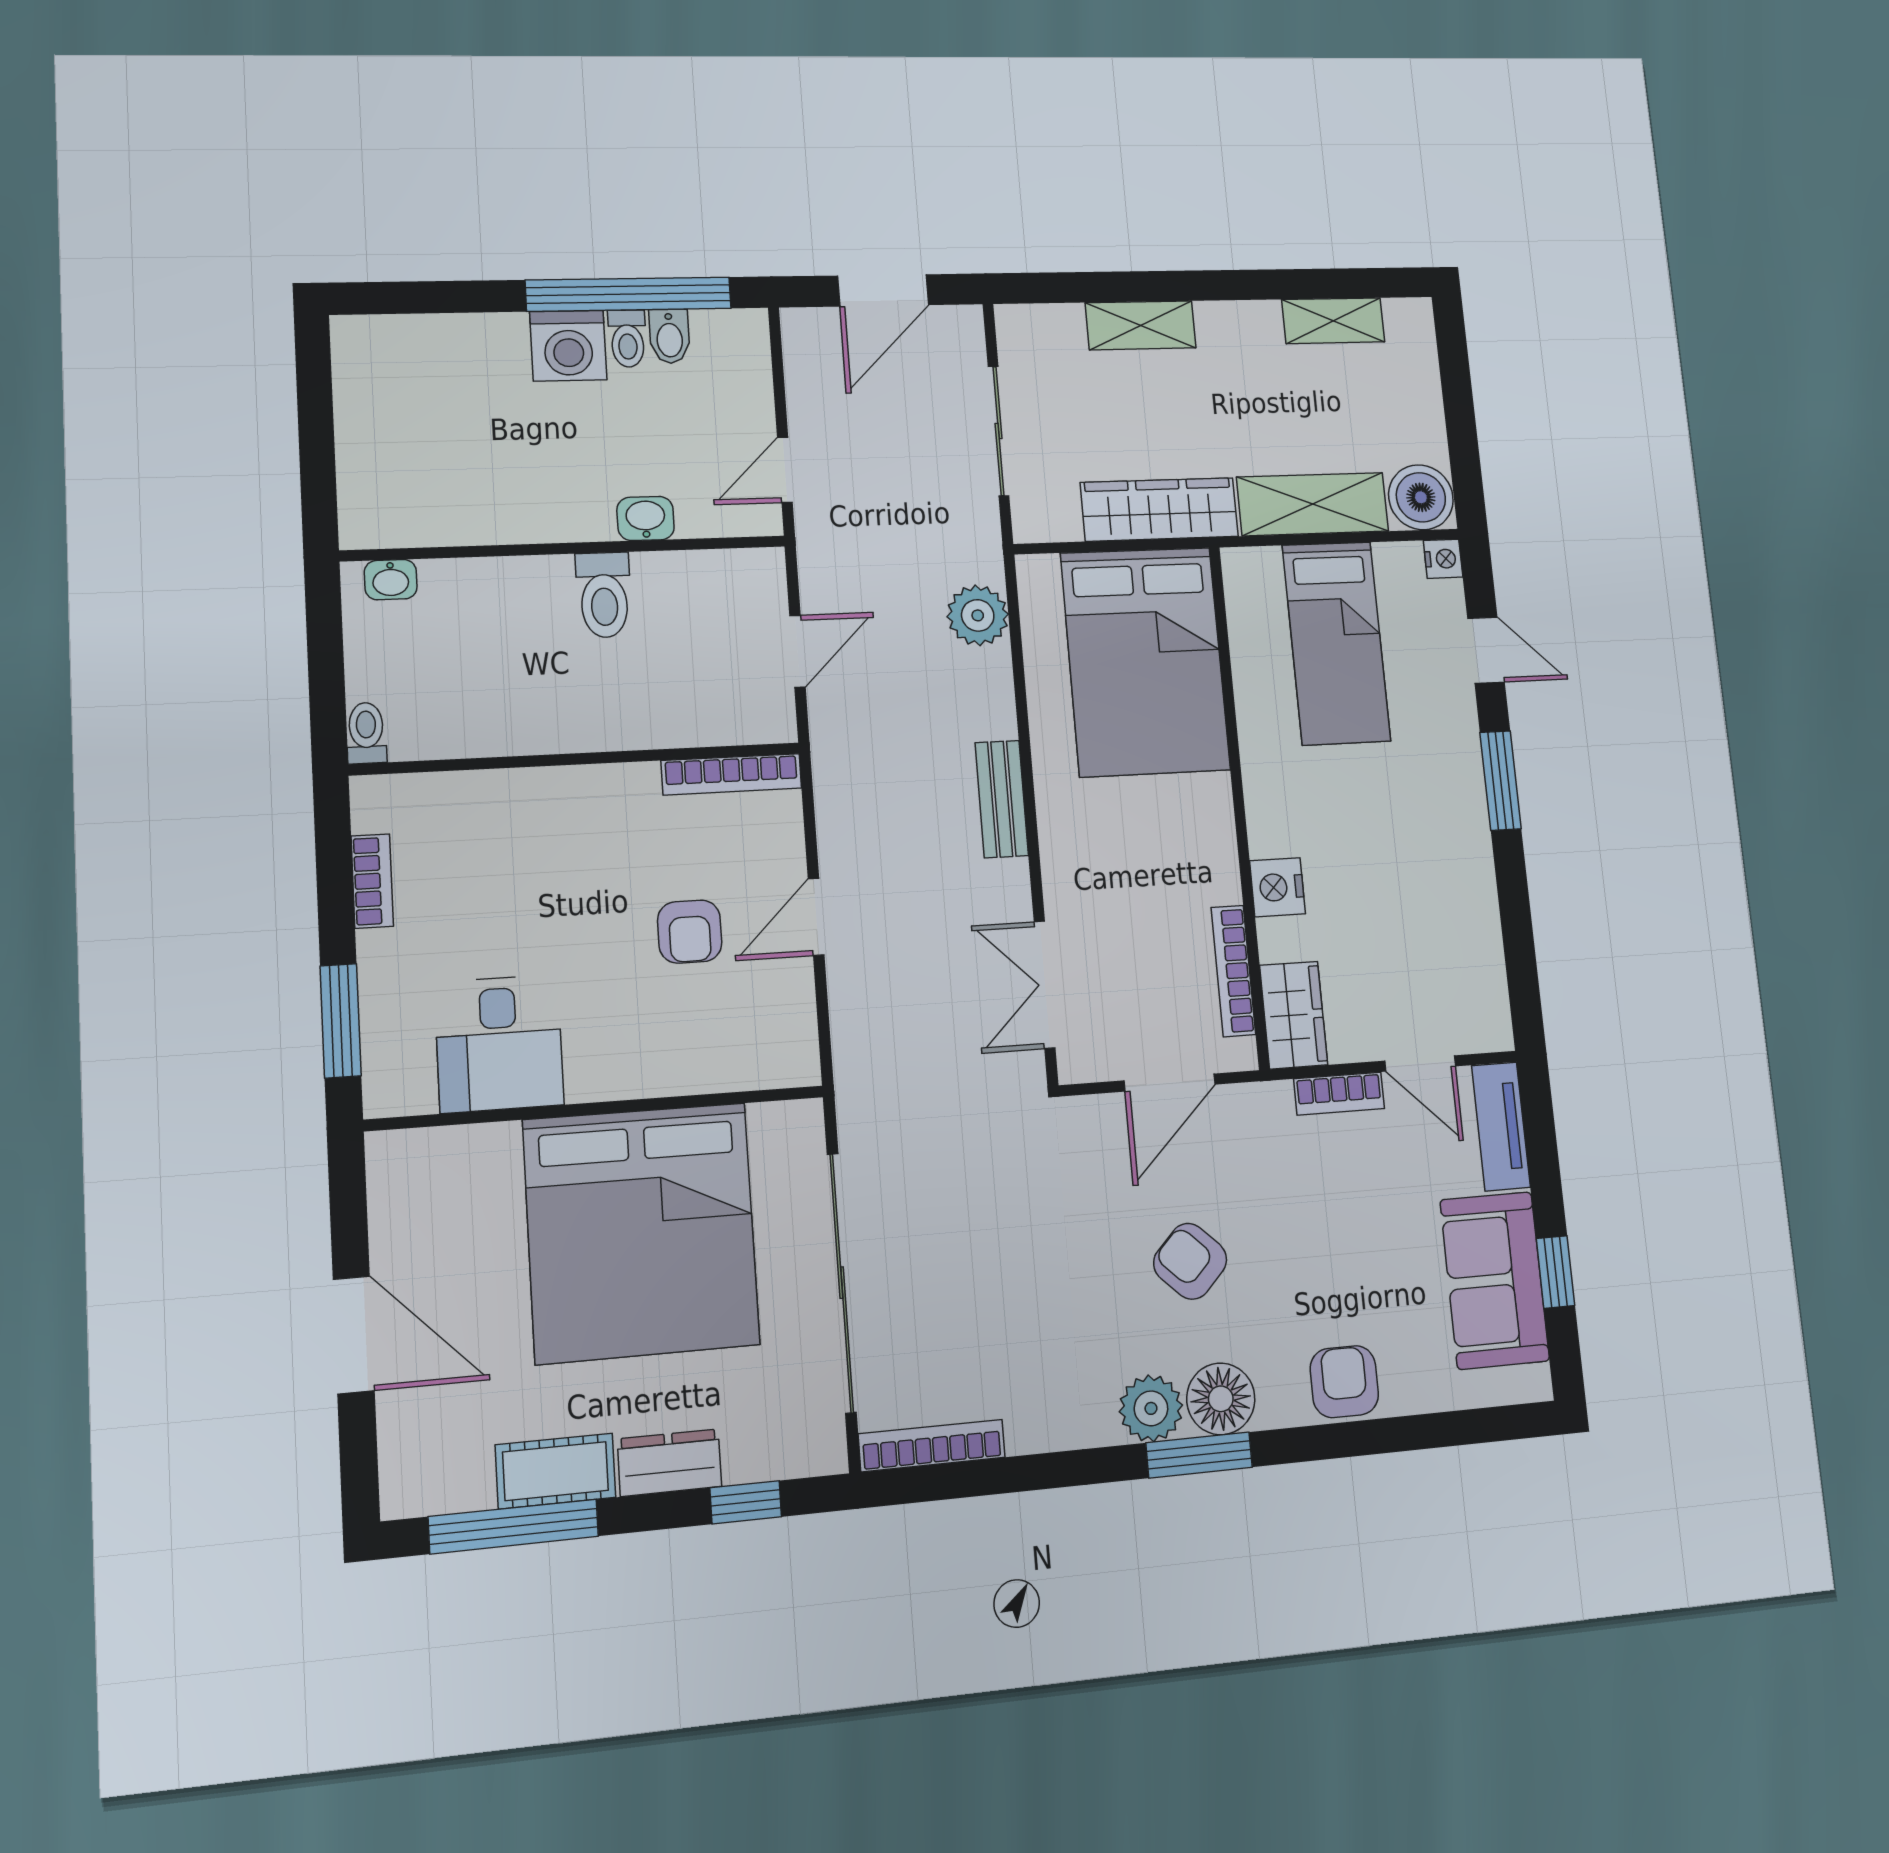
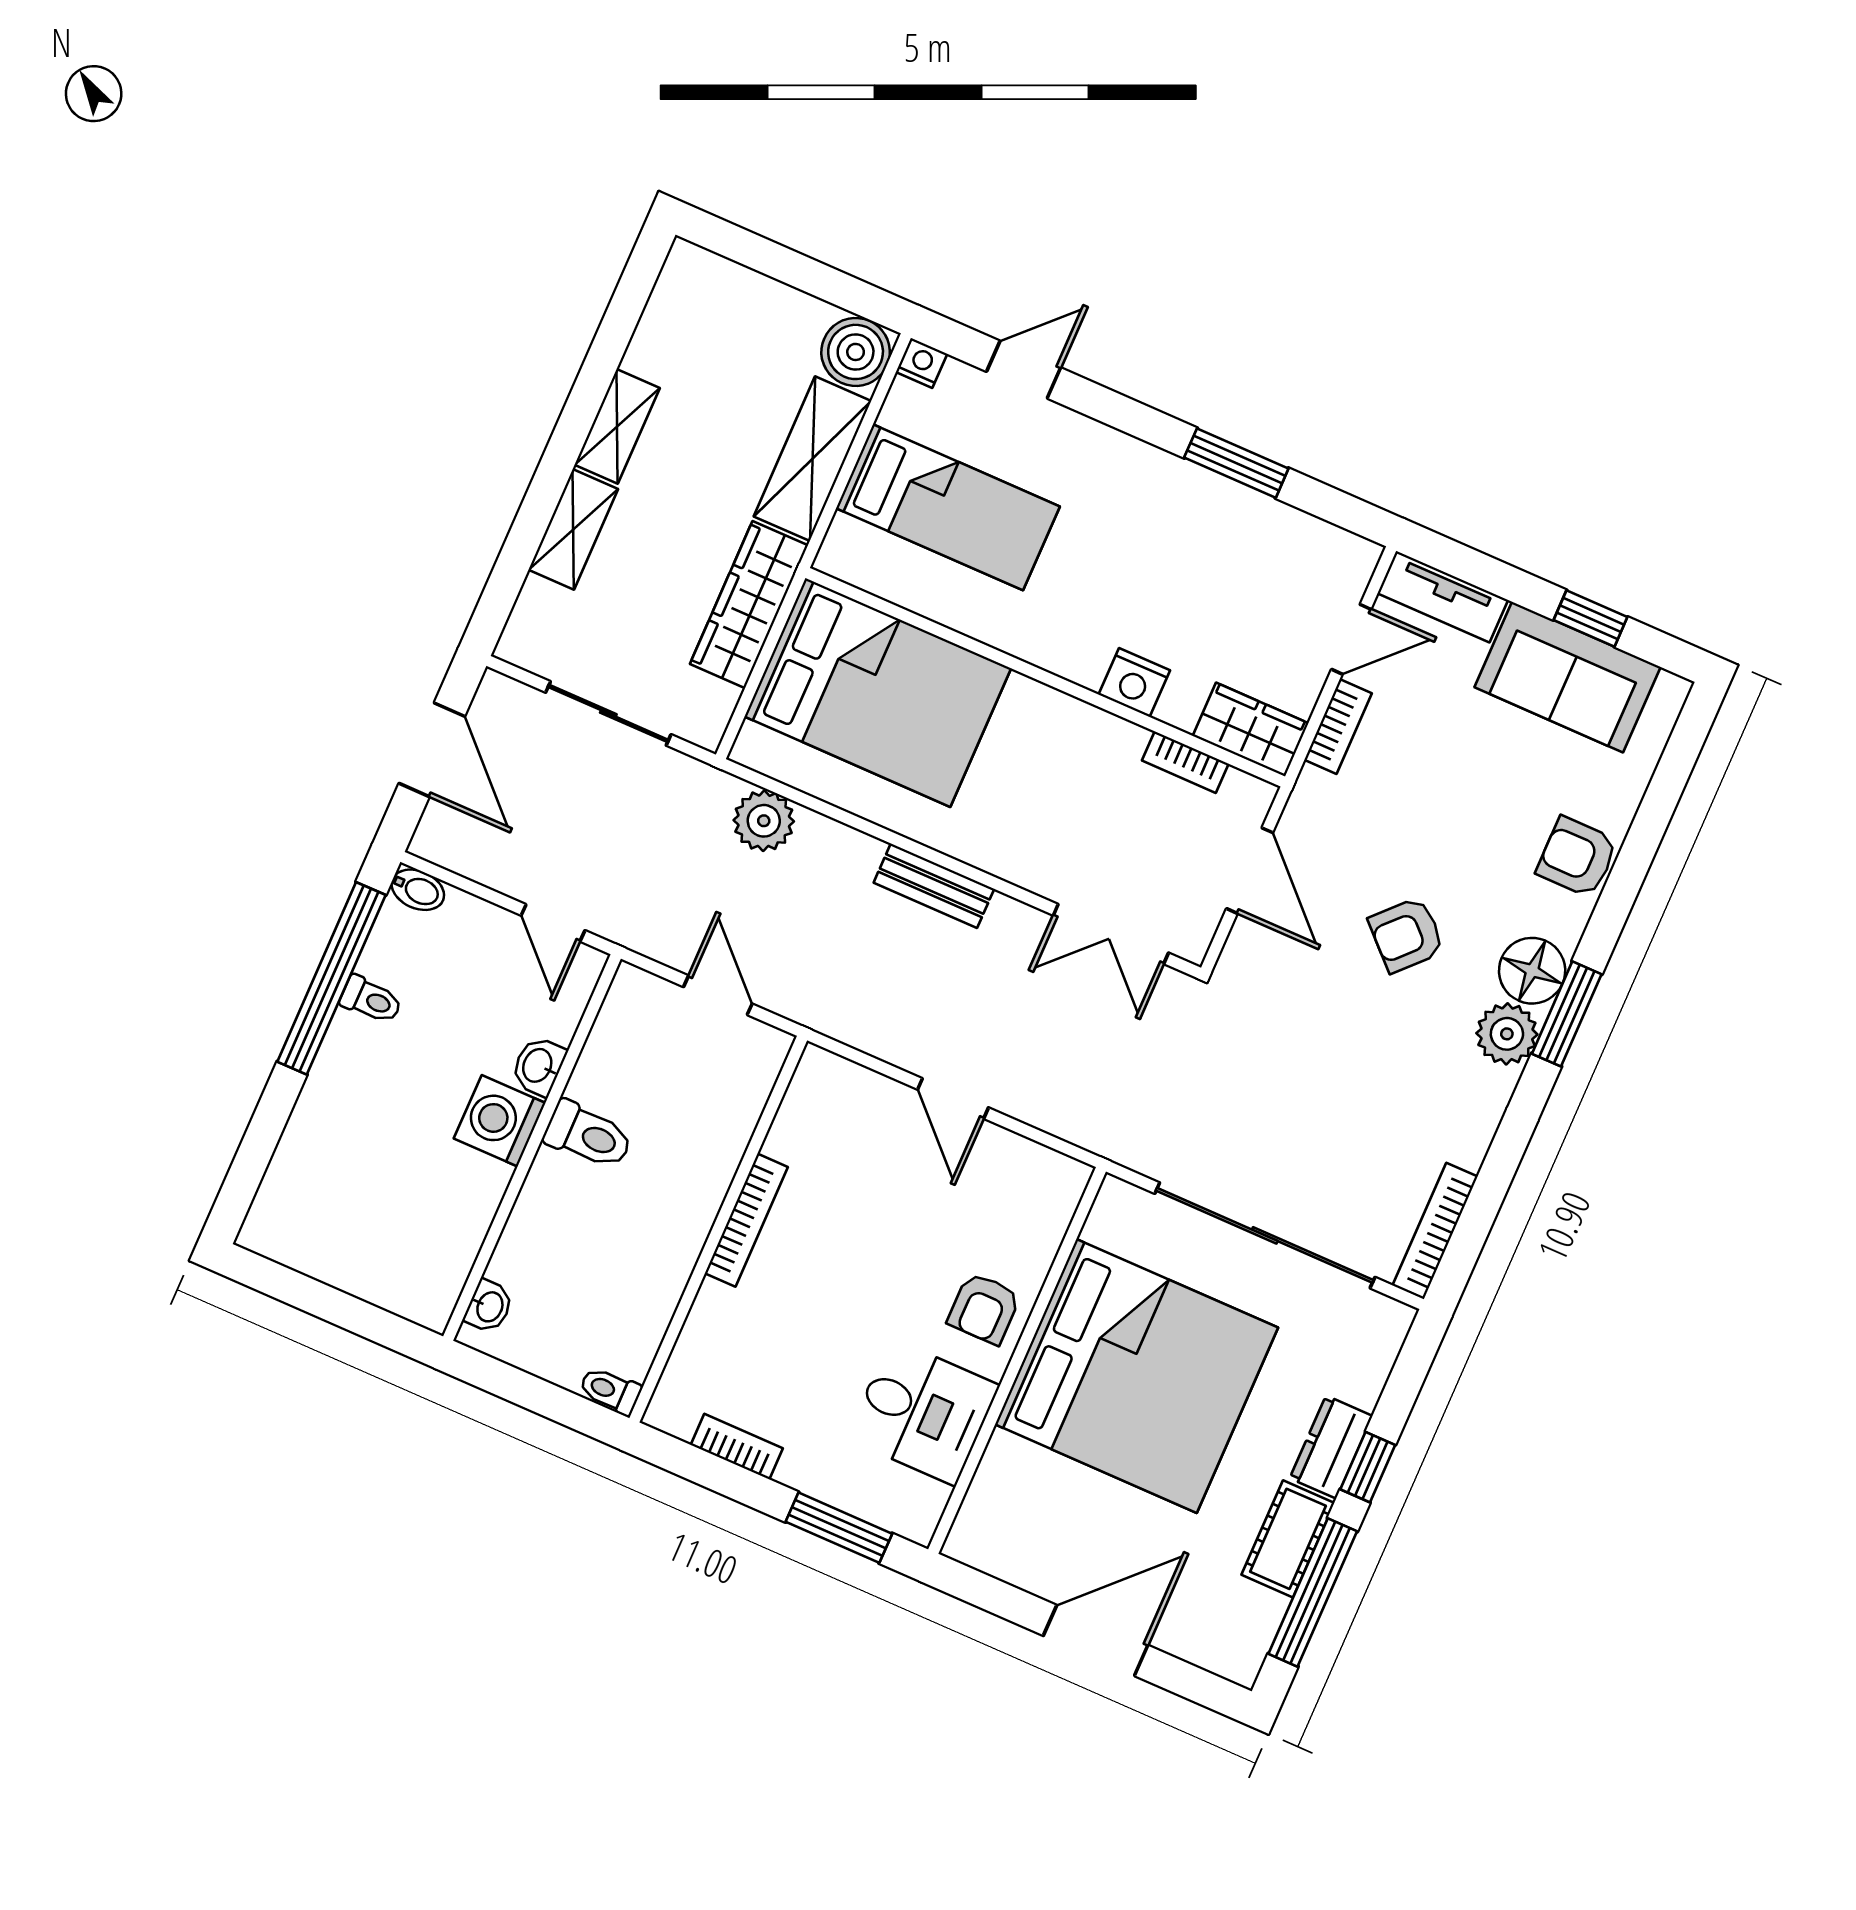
shelving: (1333, 321) -> (617, 426), moved
bidet: (670, 336) -> (418, 890), moved
washing machine: (568, 346) -> (500, 1121), moved, turned 180
bookcase: (731, 774) -> (746, 1220), moved
window: (1501, 781) -> (1236, 463), moved
armchair: (690, 932) -> (984, 1308), moved, turned 90
bookcase: (1233, 971) -> (1185, 762), width x0.64
window: (746, 1502) -> (1368, 1467), moved

